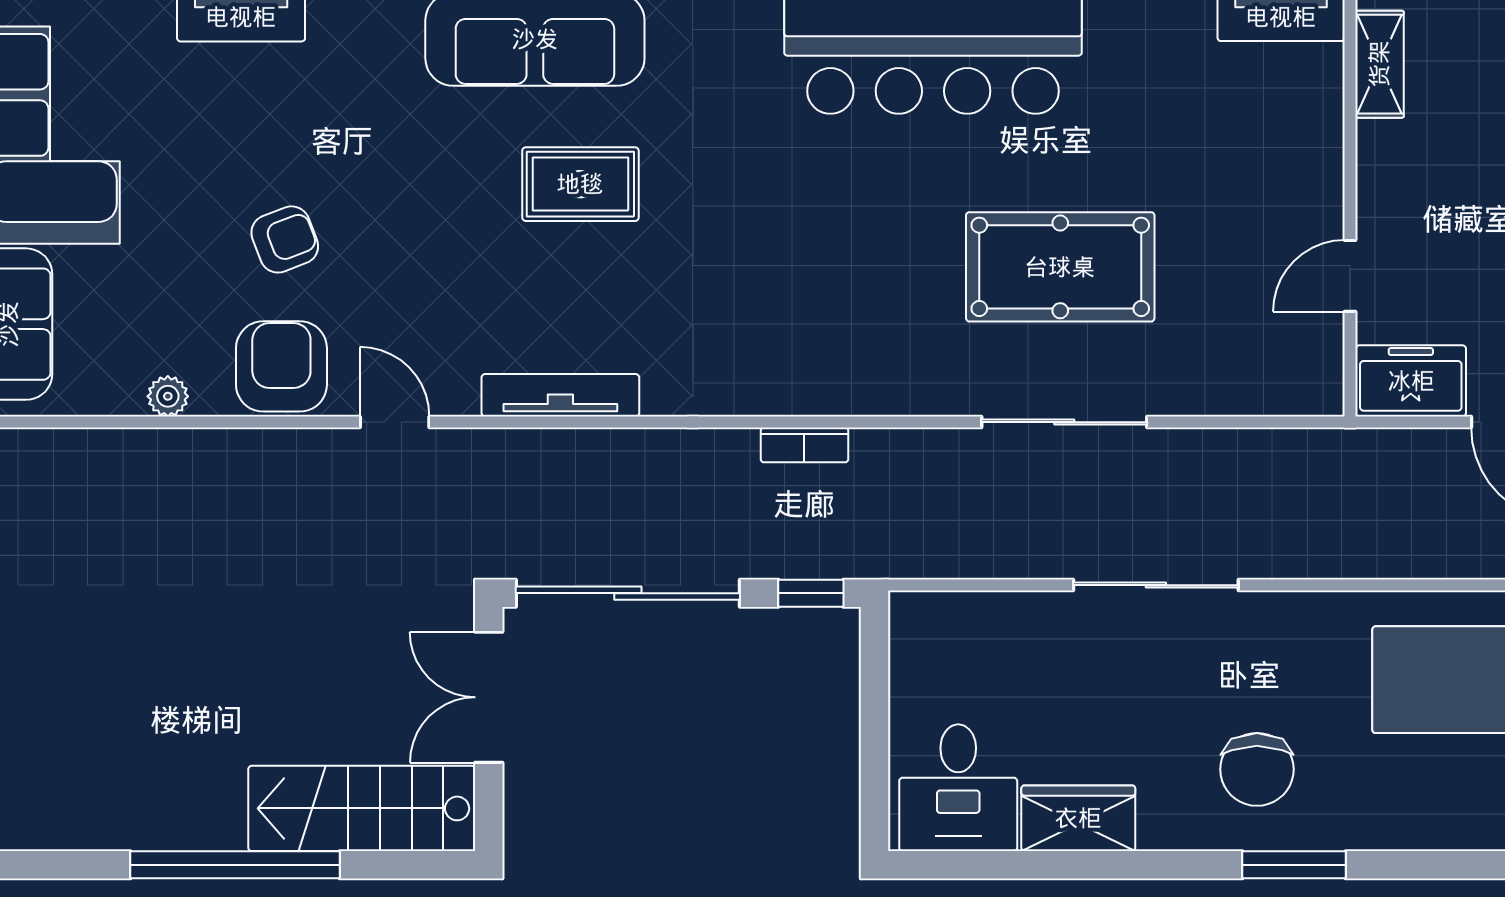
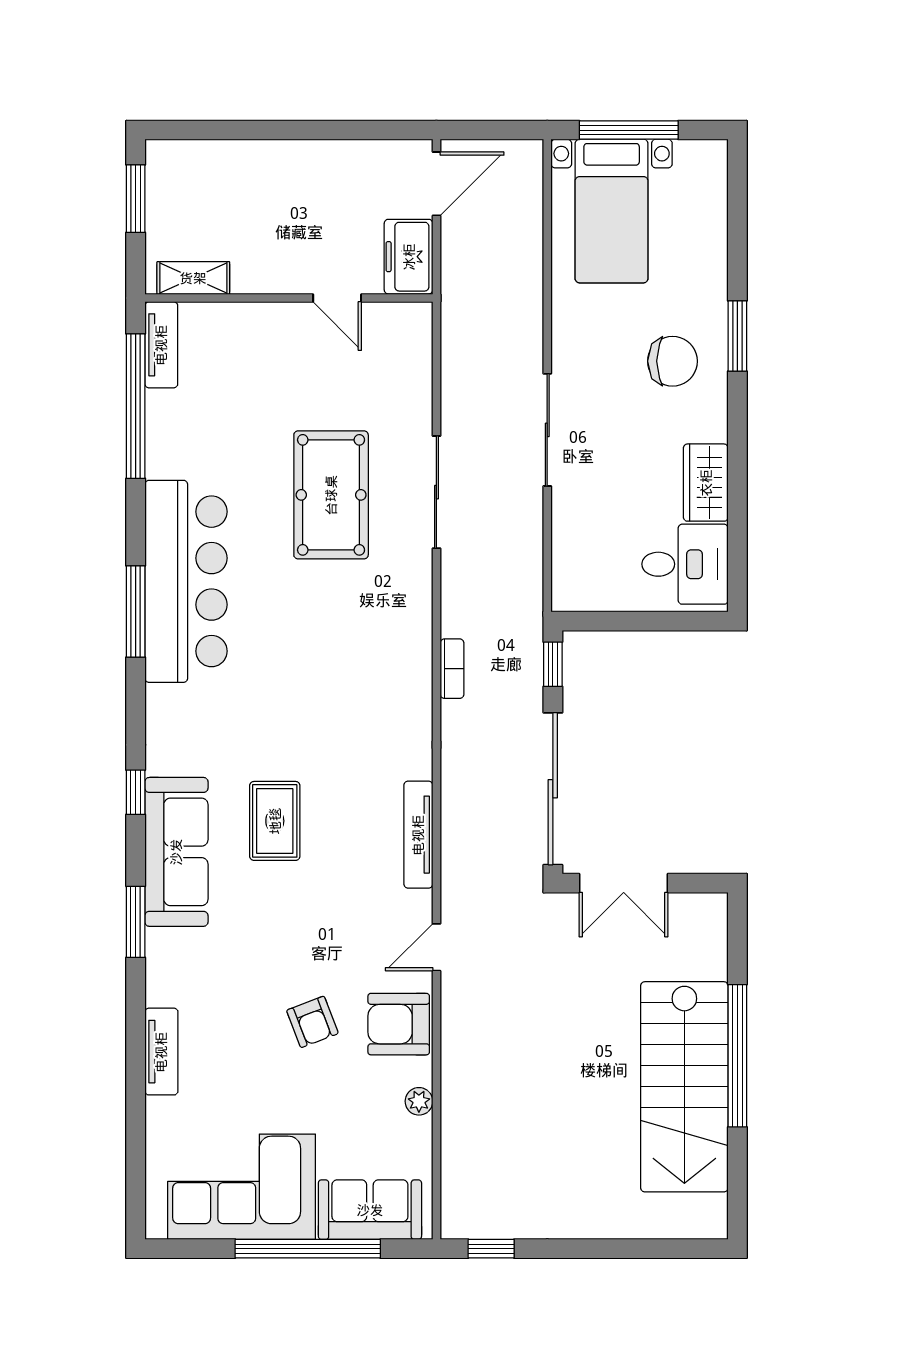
armchair: (285, 239) -> (312, 1022), turned 180
stairs: (362, 808) -> (684, 1087), moved, width x1.36, depth x1.51

